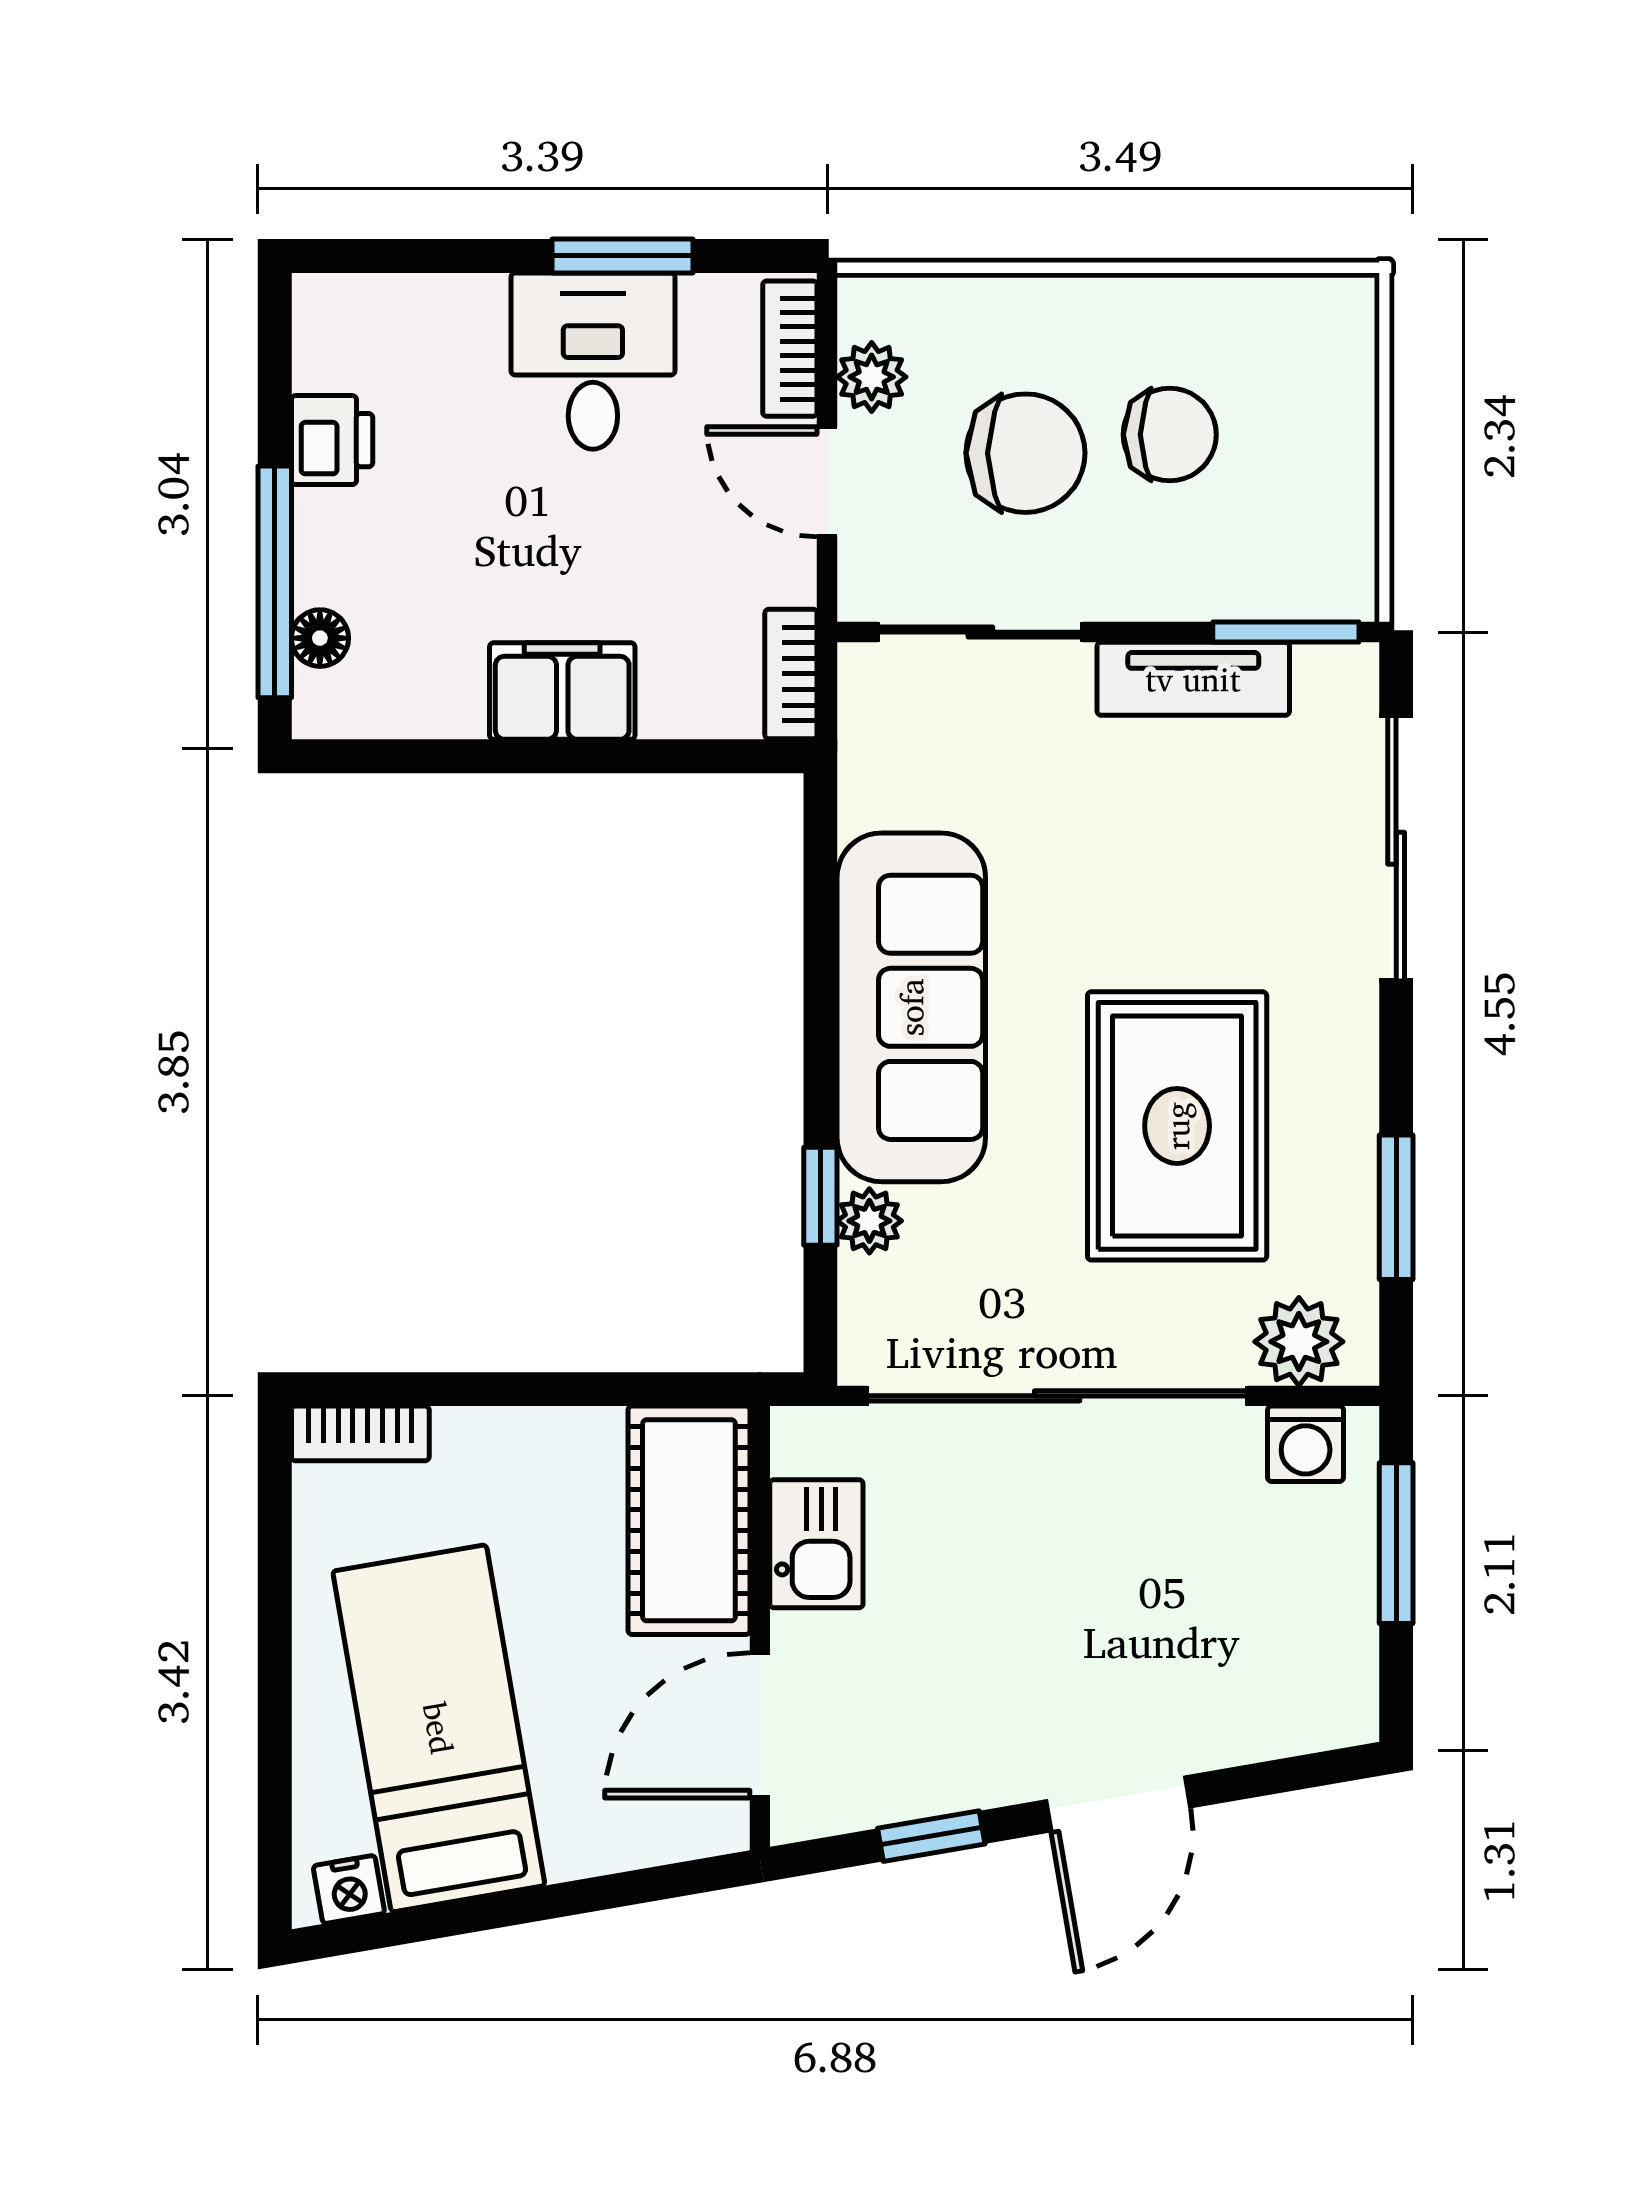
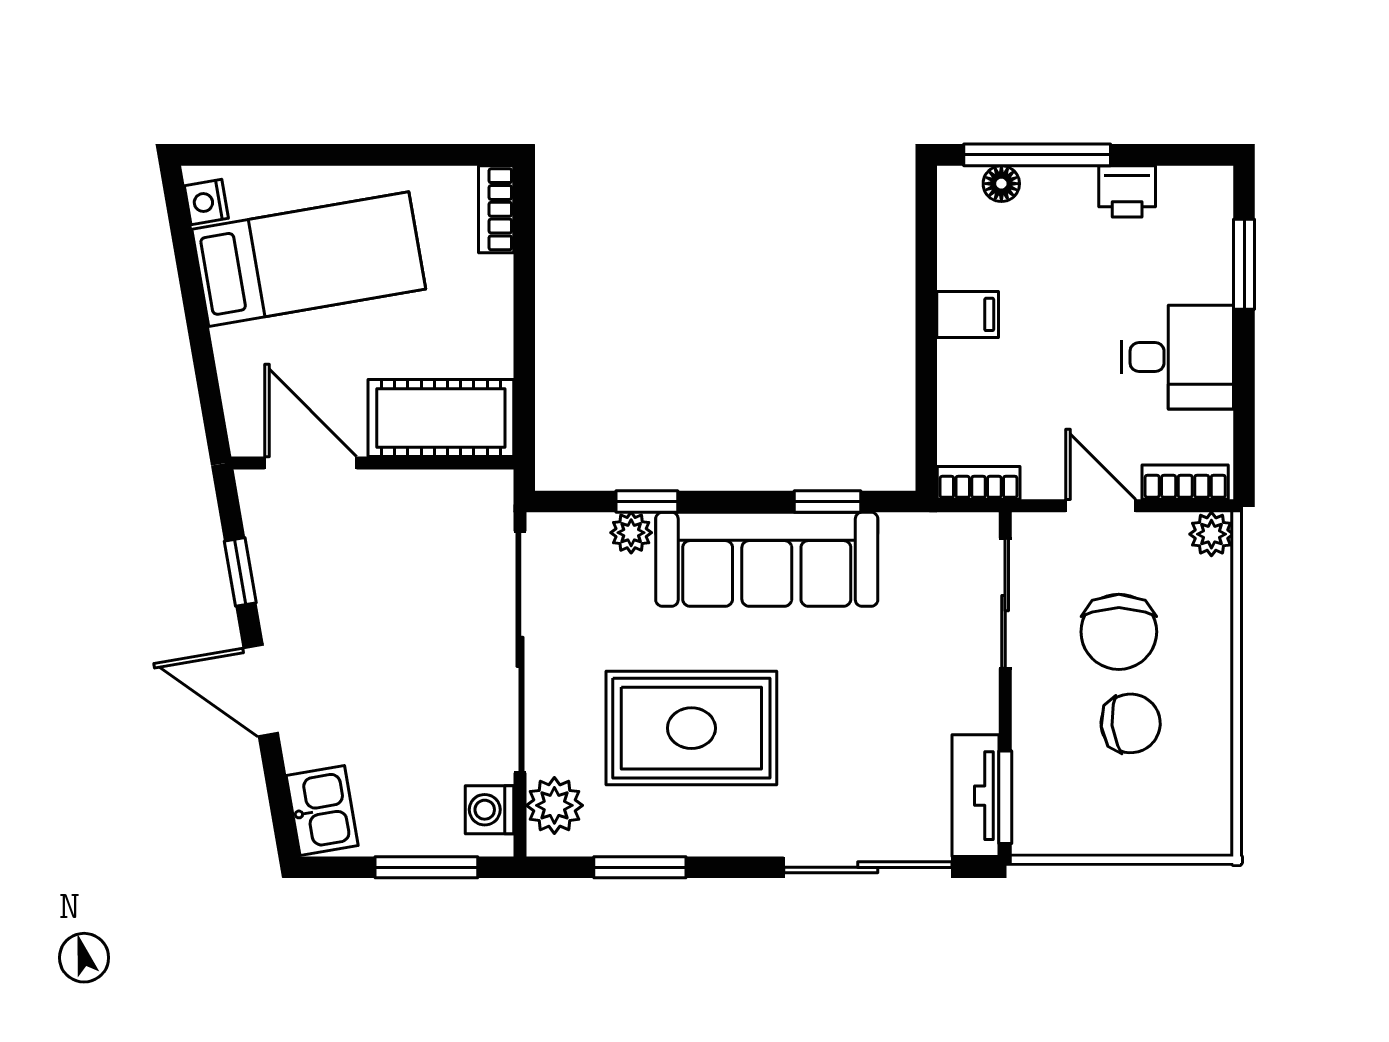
window: (622, 256) -> (1244, 264), moved
plant: (872, 377) -> (1211, 534), moved
chair: (1170, 435) -> (1131, 723), turned -96
door: (827, 482) -> (1101, 506), hinge flipped
tv unit: (1193, 679) -> (975, 796), moved
filing cabinet: (562, 691) -> (968, 314), width x0.50
window: (820, 912) -> (827, 501), added
kitchen sink: (816, 1544) -> (322, 810), moved, turned -100

